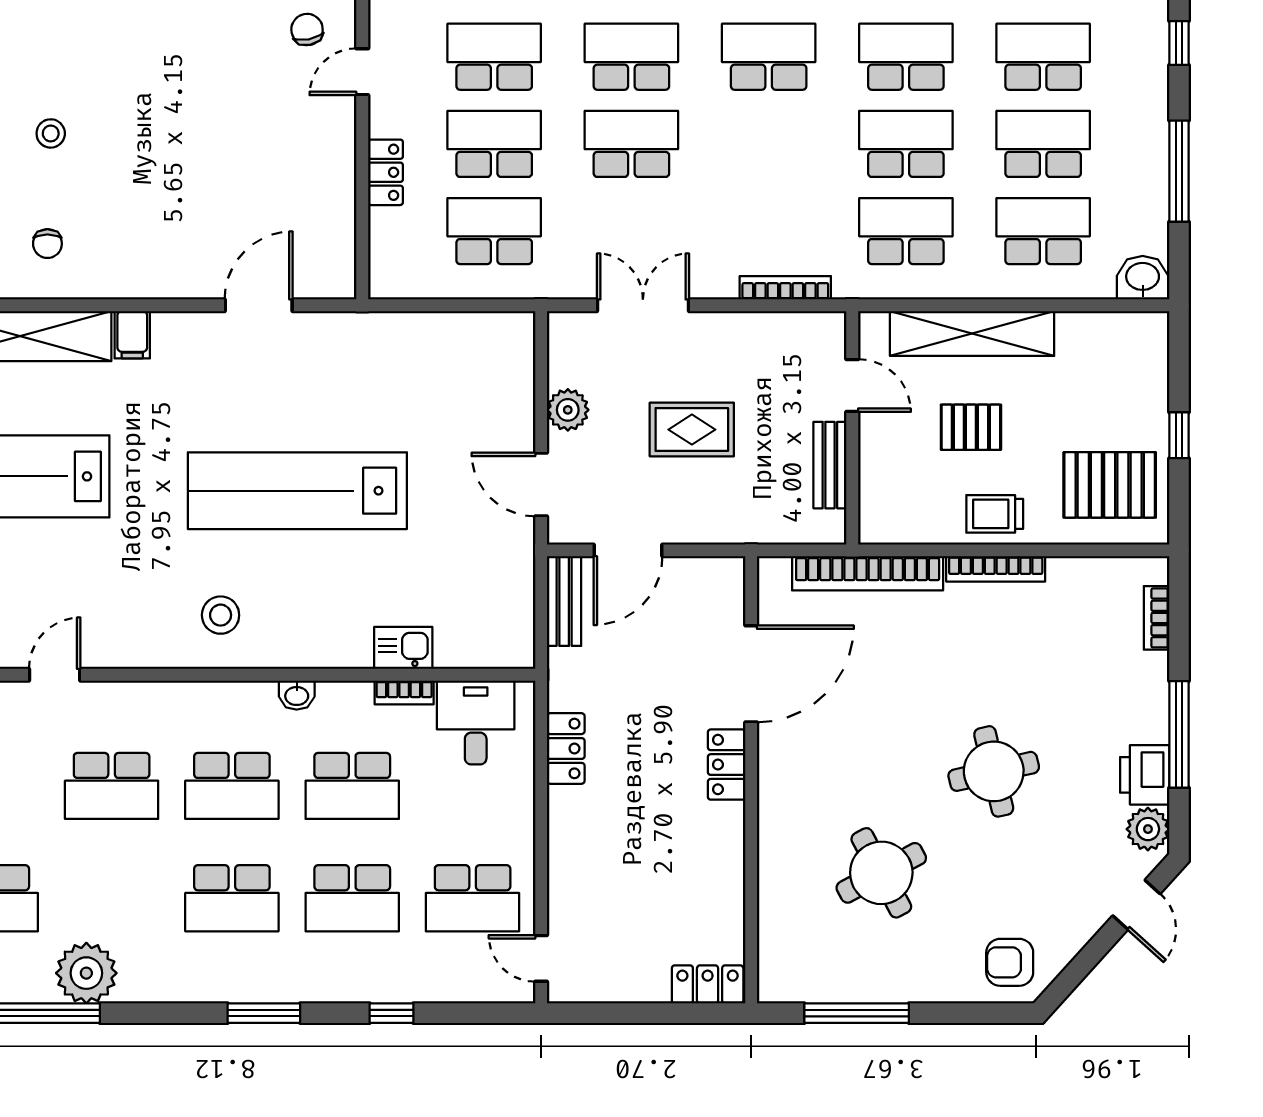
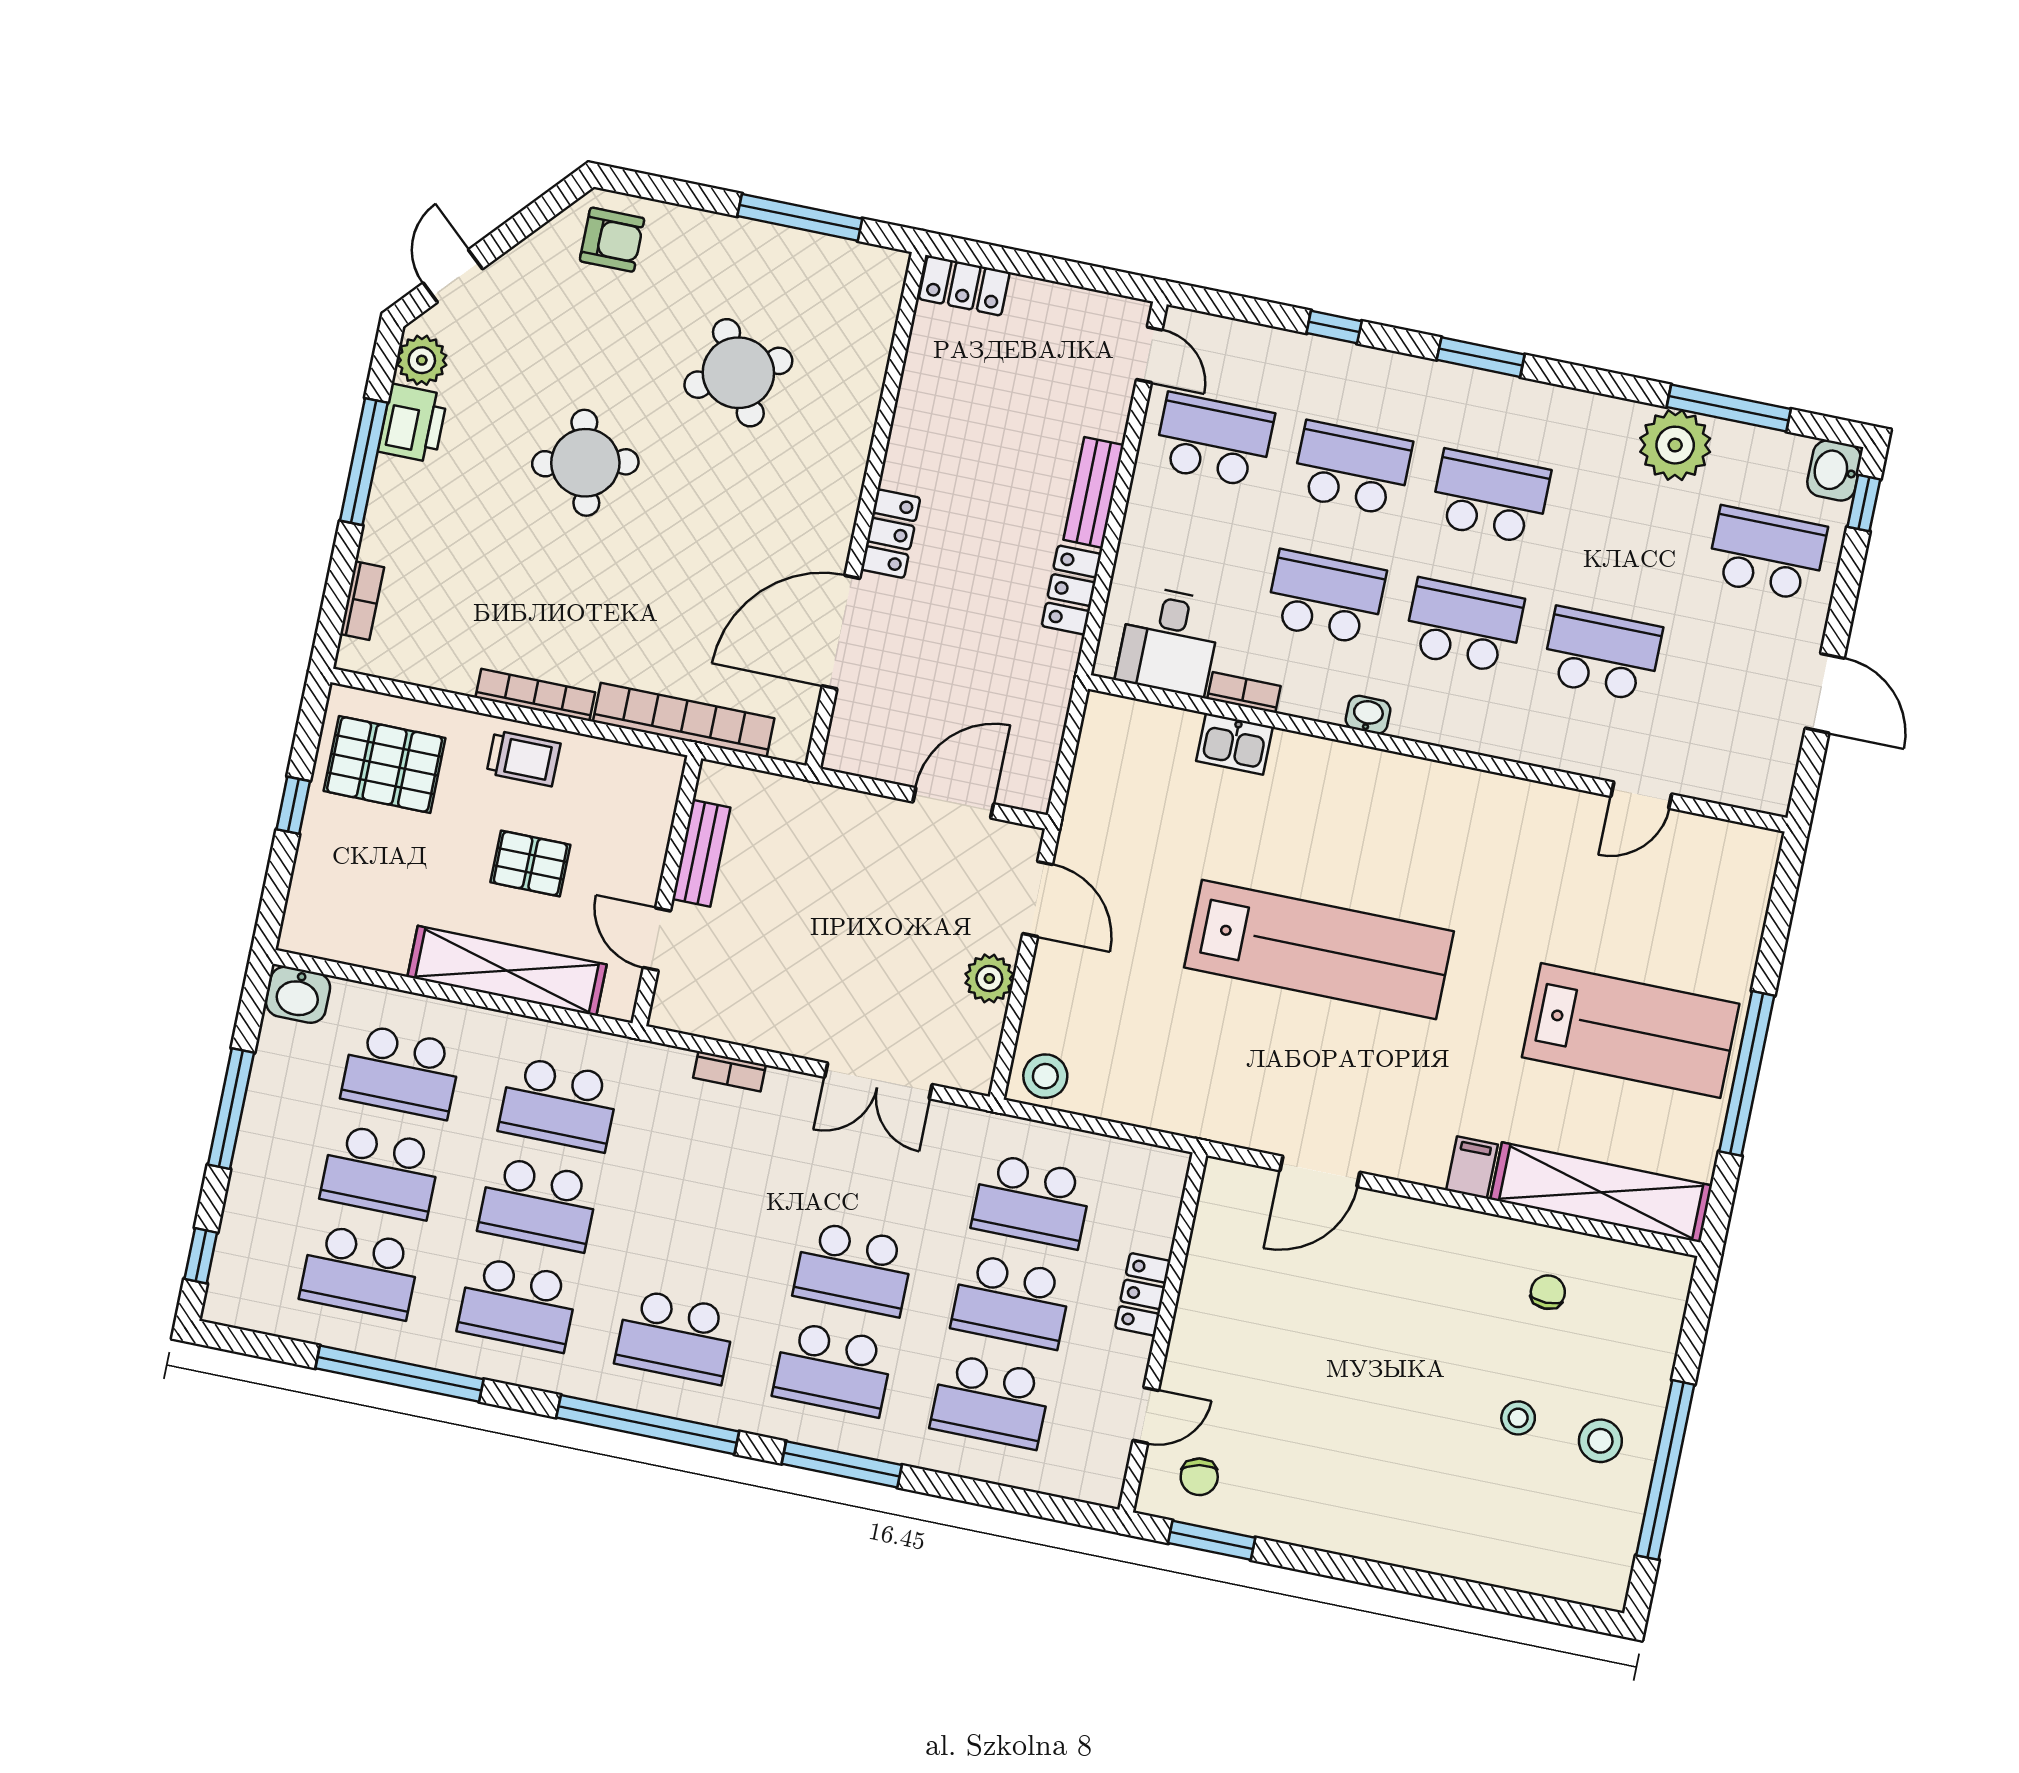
bookcase: (785, 288) -> (730, 1071), width x0.64
rug: (692, 430) -> (851, 927), removed
bench: (564, 601) -> (1094, 492), moved
stool: (221, 615) -> (1045, 1076), moved

